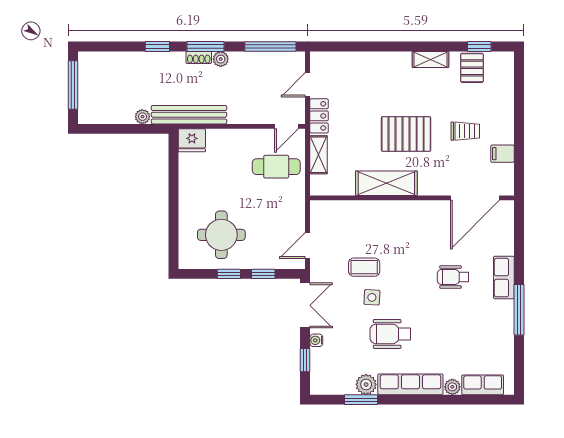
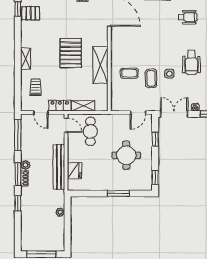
shelving: (430, 59) -> (26, 59), moved
bench: (189, 115) -> (59, 167), moved
trolley: (465, 131) -> (35, 87), moved
fridge: (192, 140) -> (74, 171), moved
window: (174, 213) -> (118, 193), added
coffee table: (373, 231) -> (129, 73), added
round table: (221, 235) -> (126, 155), moved
door: (308, 245) -> (138, 113), hinge flipped
window: (229, 274) -> (155, 178), moved
wheelchair: (453, 277) -> (188, 17), moved, turned -90

